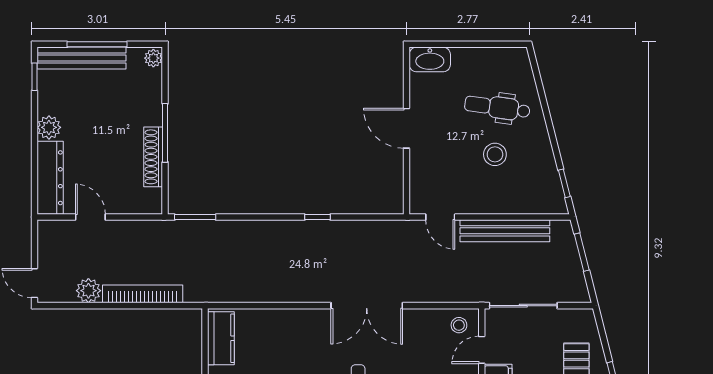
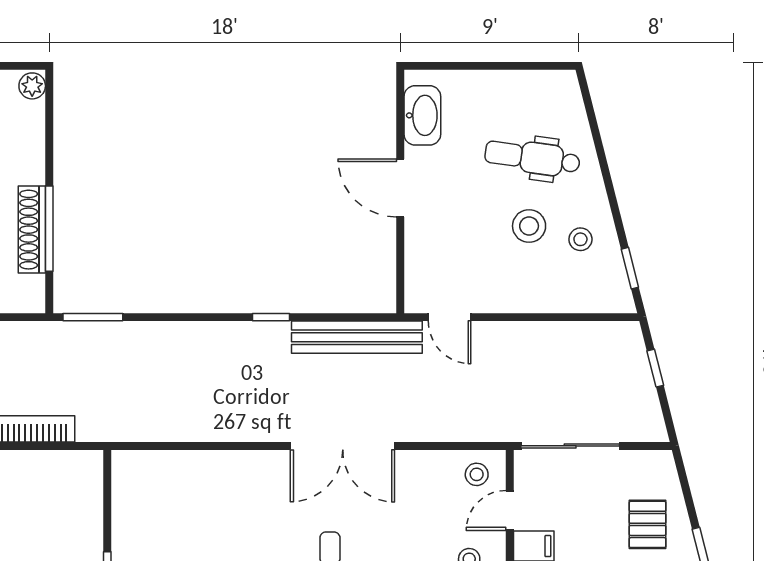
washbasin: (430, 59) -> (422, 115), moved, turned -90
window: (165, 133) -> (49, 229), moved
stool: (530, 164) -> (580, 239), added
bench: (505, 231) -> (357, 337), moved
window: (582, 252) -> (655, 368), width x0.67
kitchen counter: (221, 338) -> (130, 493), removed

